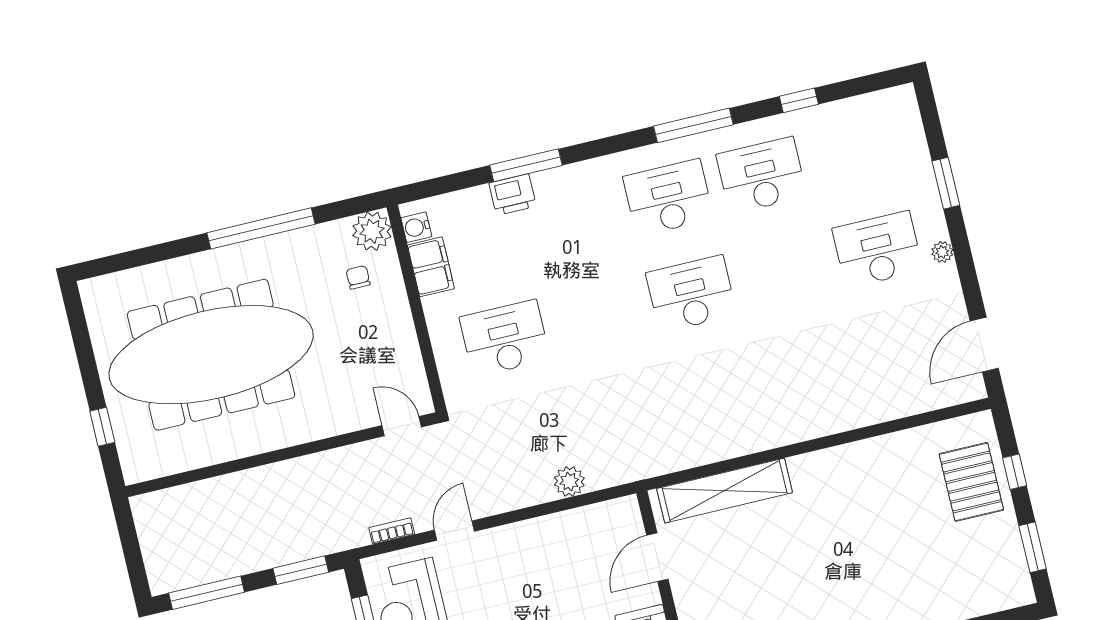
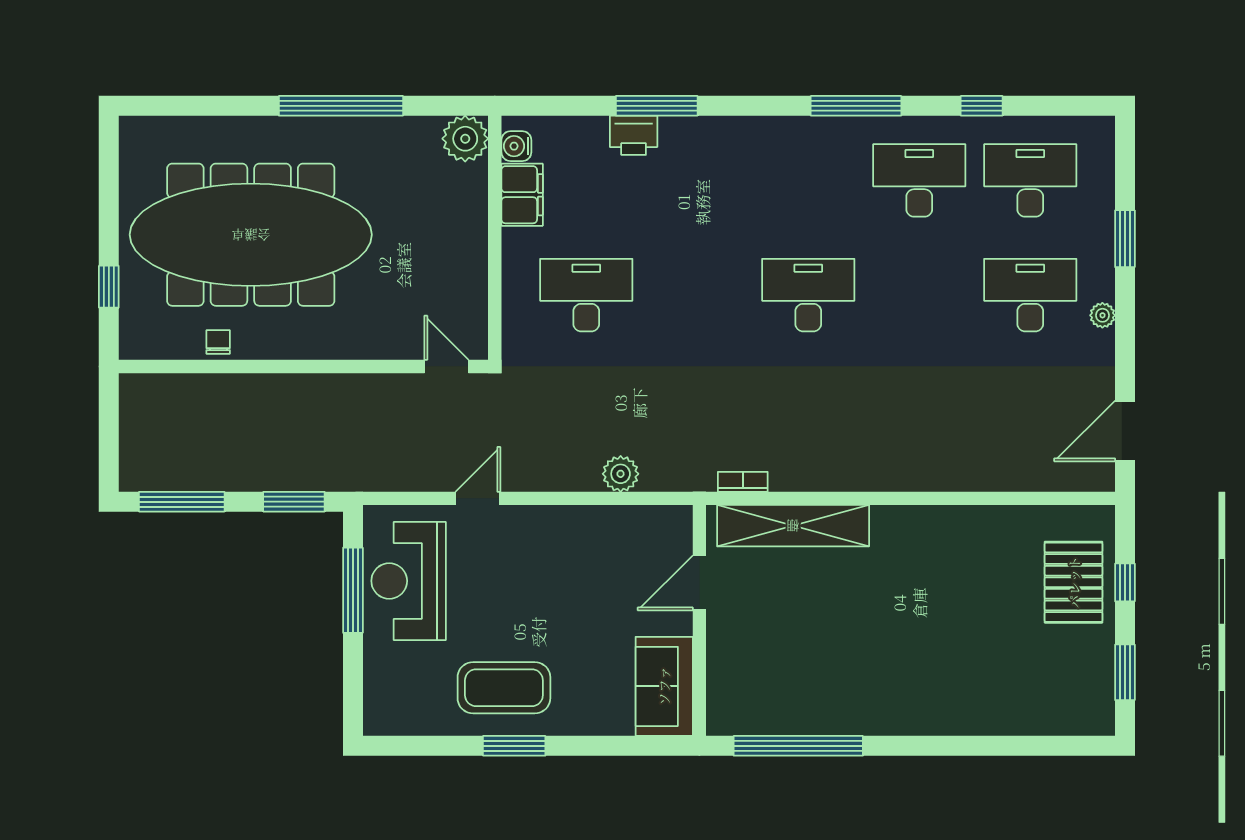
desk: (668, 198) -> (1030, 180), moved
chair: (358, 277) -> (218, 342), moved
bookcase: (392, 531) -> (743, 482), moved

